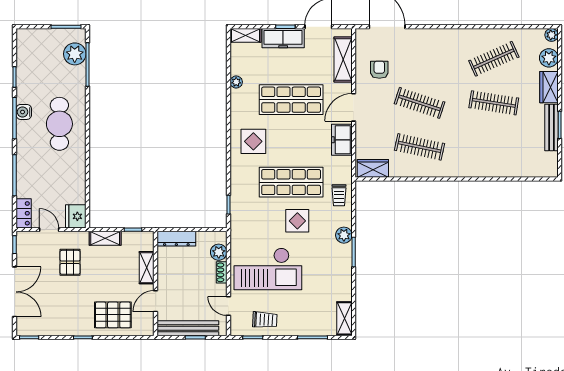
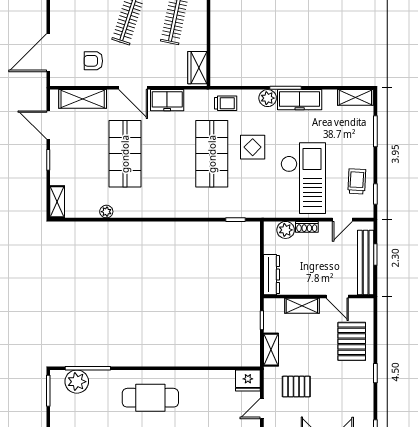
freezer: (283, 38) -> (300, 100), moved, turned 90
display table: (253, 141) -> (169, 193), removed

